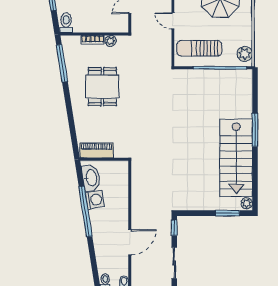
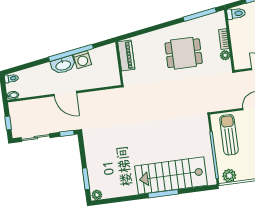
stairs: (236, 158) -> (171, 176), moved
washbasin: (91, 178) -> (63, 65), moved
door: (130, 242) -> (65, 94), moved

